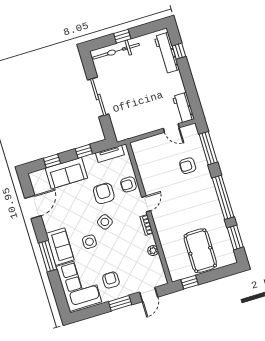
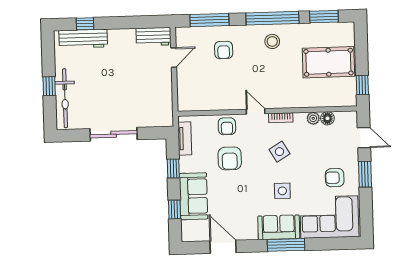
armchair: (104, 193) -> (230, 158), turned -90
stool: (205, 202) -> (272, 41), added
side table: (105, 222) -> (279, 152), moved
floor lamp: (156, 262) -> (327, 118), added

